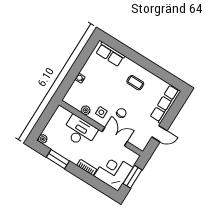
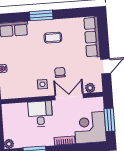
window: (139, 59) -> (41, 15), added
plant: (86, 110) -> (90, 88), moved
desk: (80, 131) -> (40, 114), width x0.73

